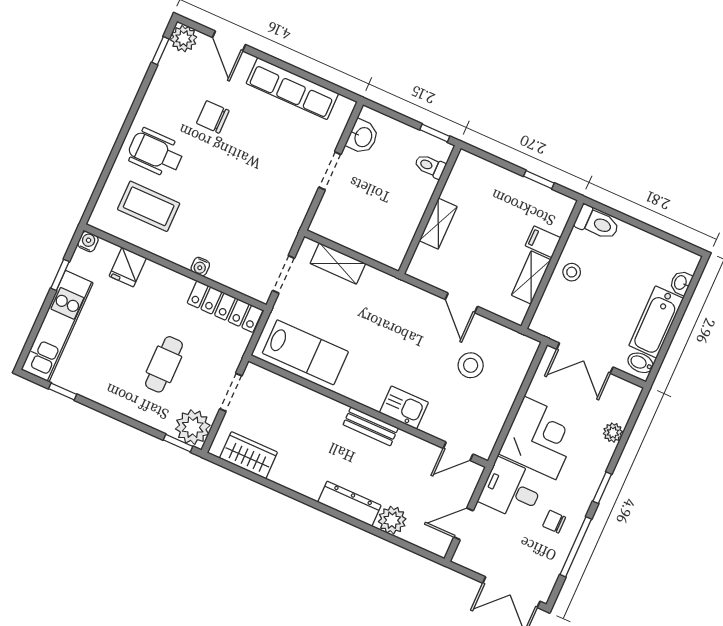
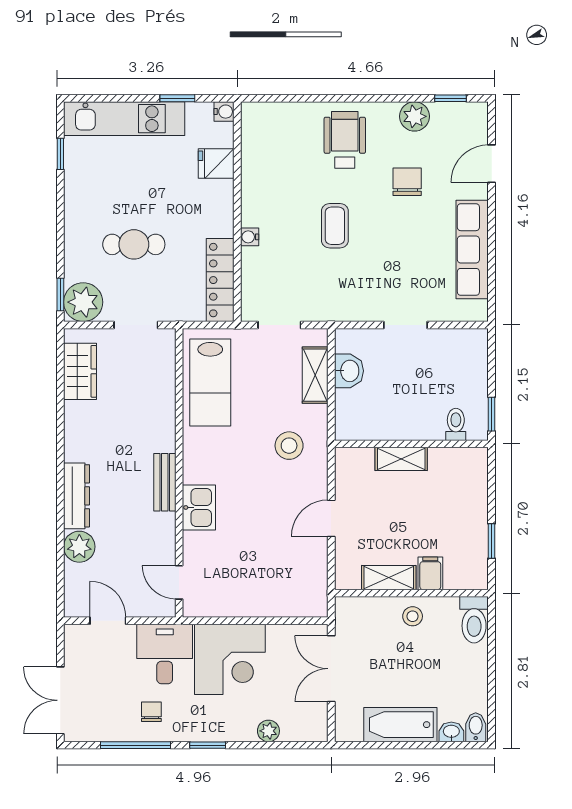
plant: (184, 39) -> (415, 116), moved
washbasin: (363, 137) -> (349, 371), moved, turned -90
coffee table: (149, 206) -> (335, 226), moved, width x0.73, depth x0.77
bidet: (640, 363) -> (476, 727), moved
stool: (471, 365) -> (289, 446), moved

